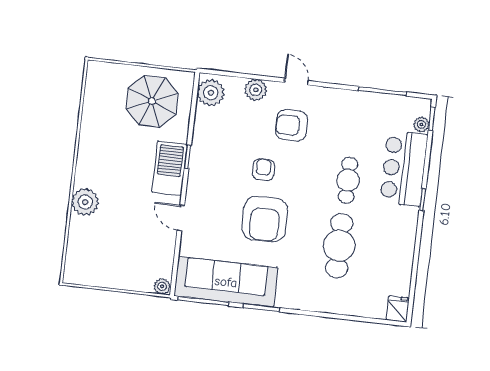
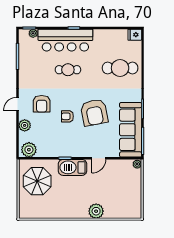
bar counter: (404, 169) -> (65, 40), width x1.36
armchair: (265, 219) -> (94, 112), turned 79
cafe table: (339, 246) -> (120, 68), moved

